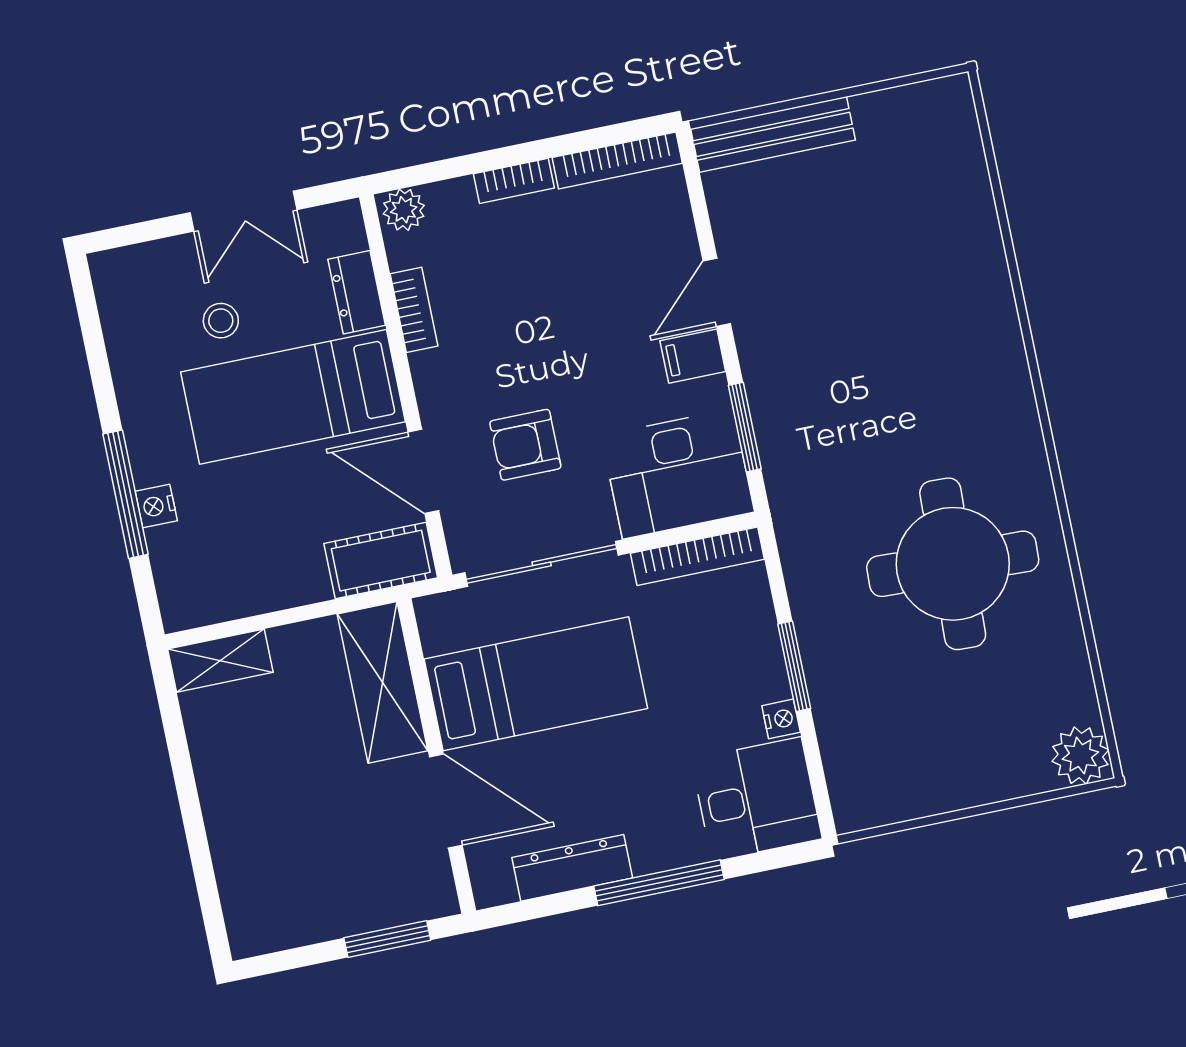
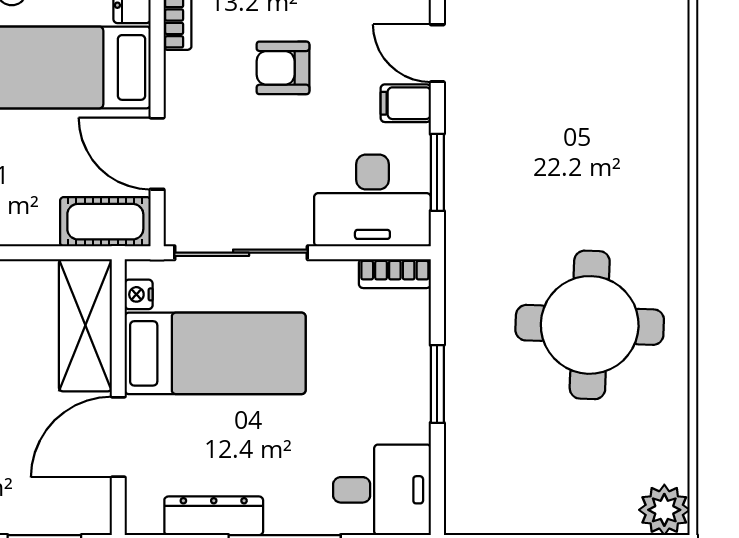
door: (717, 292) -> (437, 53), hinge flipped
armchair: (525, 445) -> (283, 68), moved
bookcase: (697, 556) -> (395, 274), width x0.64
nightstand: (781, 719) -> (139, 294), moved, turned 180
door: (446, 801) -> (118, 437), swing flipped

